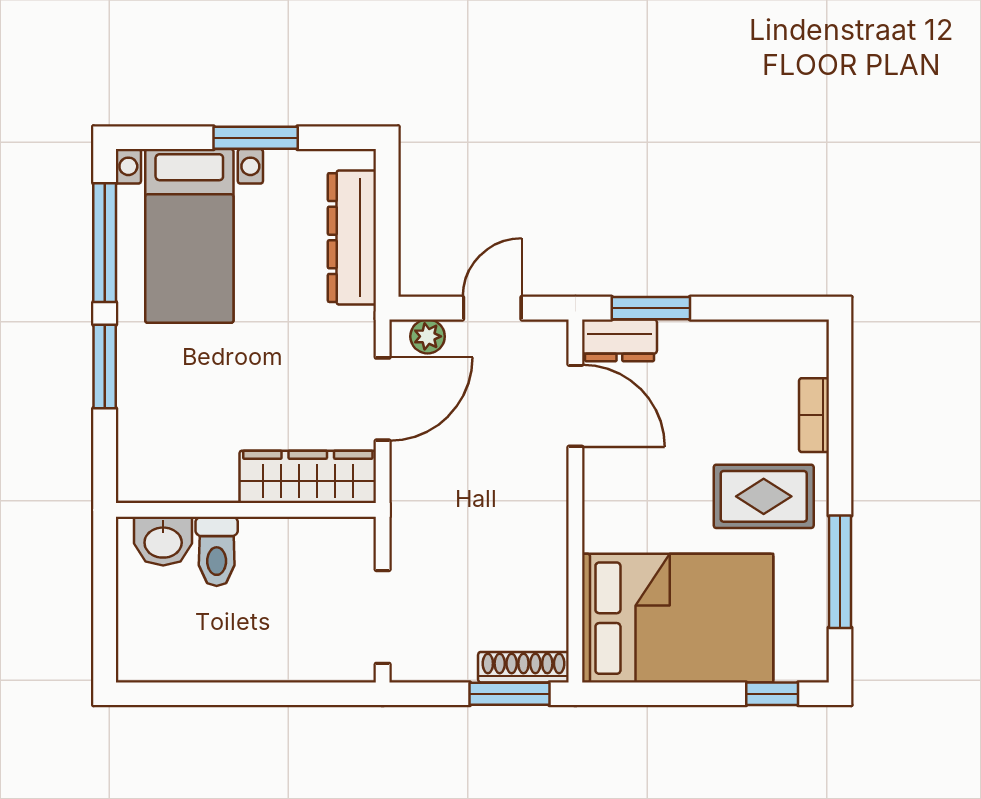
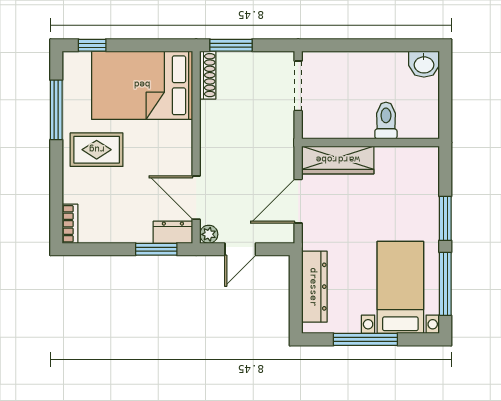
window: (256, 138) -> (365, 339), width x1.44
plant: (428, 336) -> (209, 234), moved
bookcase: (814, 415) -> (70, 224), moved
washbasin: (163, 541) -> (424, 64), moved, turned 180
shoe rack: (523, 667) -> (208, 75), moved, turned -90

